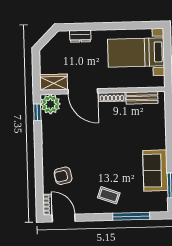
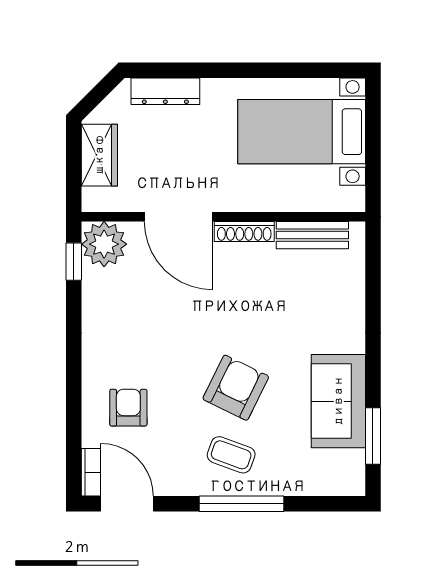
dresser: (80, 36) -> (165, 91), width x1.44
wardrobe: (54, 82) -> (99, 155), moved, turned 90
armchair: (110, 166) -> (236, 388), added
armchair: (63, 176) -> (128, 408), turned 102
window: (131, 216) -> (241, 504), moved

